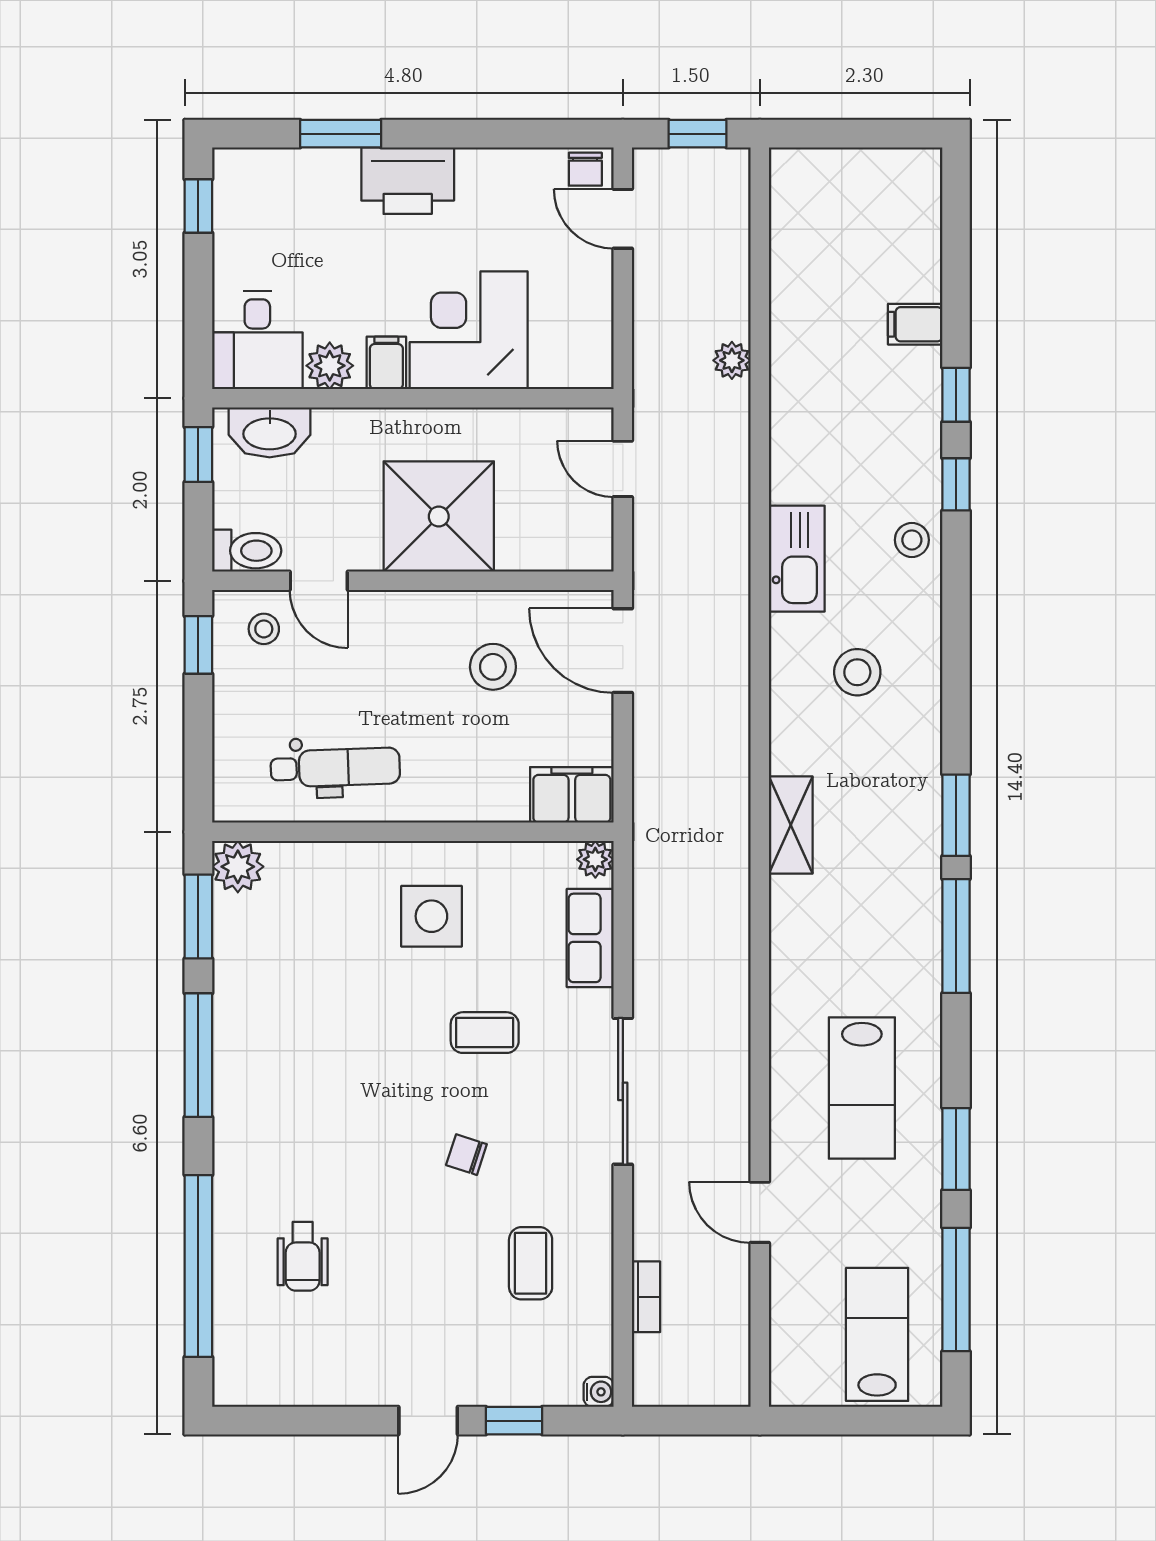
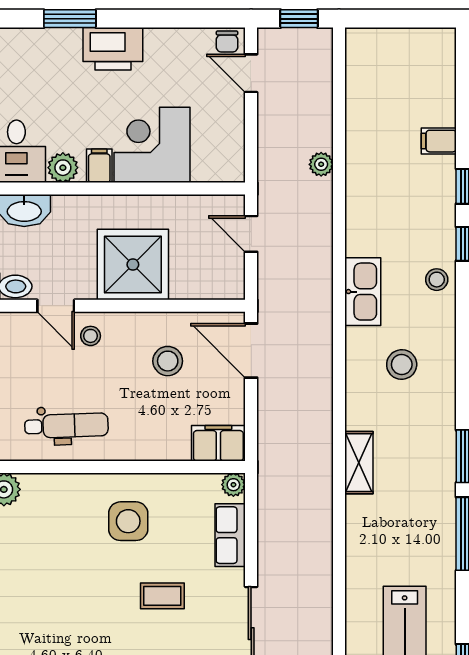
stool: (264, 629) -> (91, 336), moved

